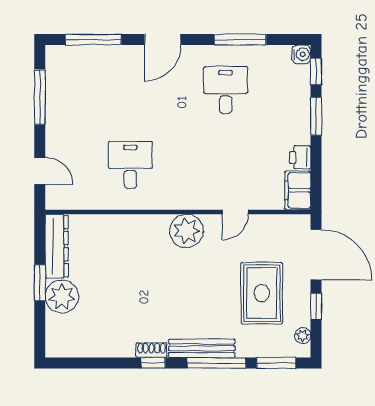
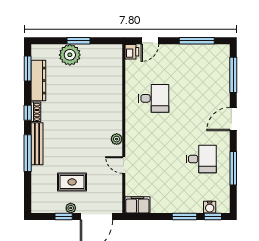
door: (163, 40) -> (233, 119), hinge flipped
water cooler: (301, 54) -> (210, 207), moved
printer: (300, 157) -> (132, 52), moved, turned 90
plant: (186, 231) -> (117, 139), width x0.53, depth x0.53
dresser: (57, 246) -> (38, 81), moved, turned -90
rug: (262, 293) -> (72, 182), width x0.73, depth x0.70
plant: (303, 336) -> (71, 208), moved
window: (276, 363) -> (28, 68), moved

